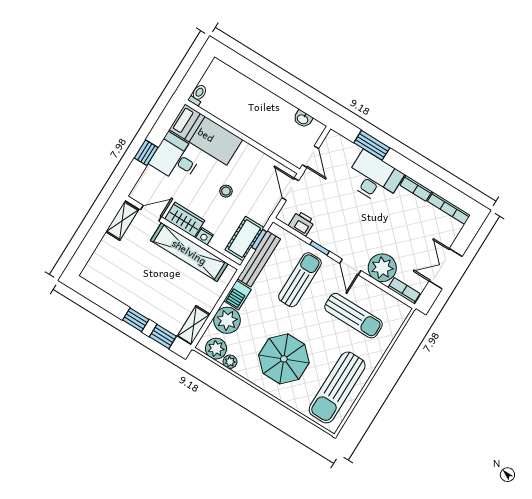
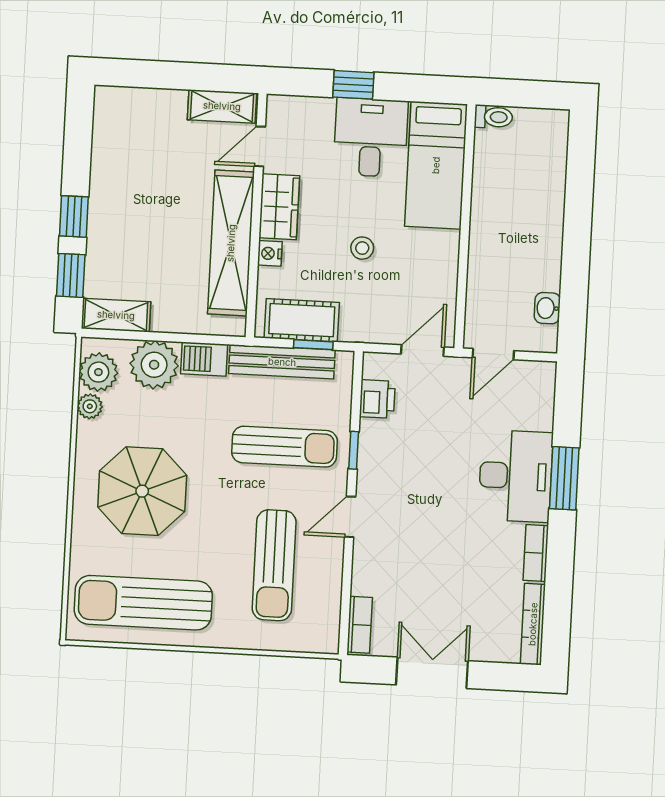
window: (372, 145) -> (564, 478), moved
door: (151, 213) -> (260, 146), swing flipped
plant: (382, 268) -> (377, 569), removed

